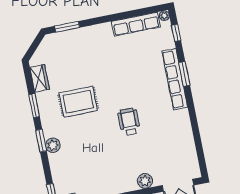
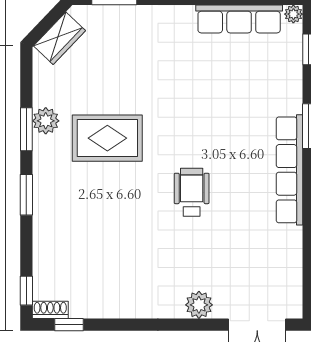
wardrobe: (40, 78) -> (60, 38), moved, turned 44
row of seats: (175, 79) -> (289, 170), moved
plant: (53, 145) -> (46, 121), moved

